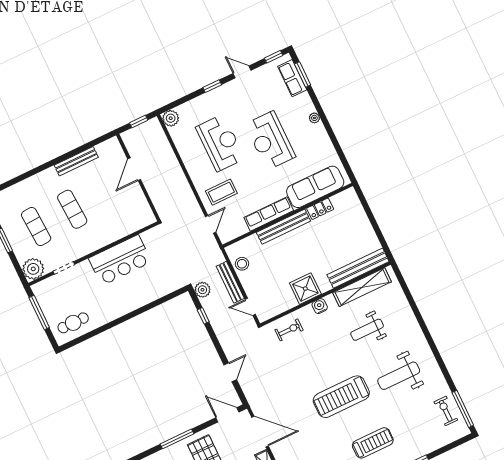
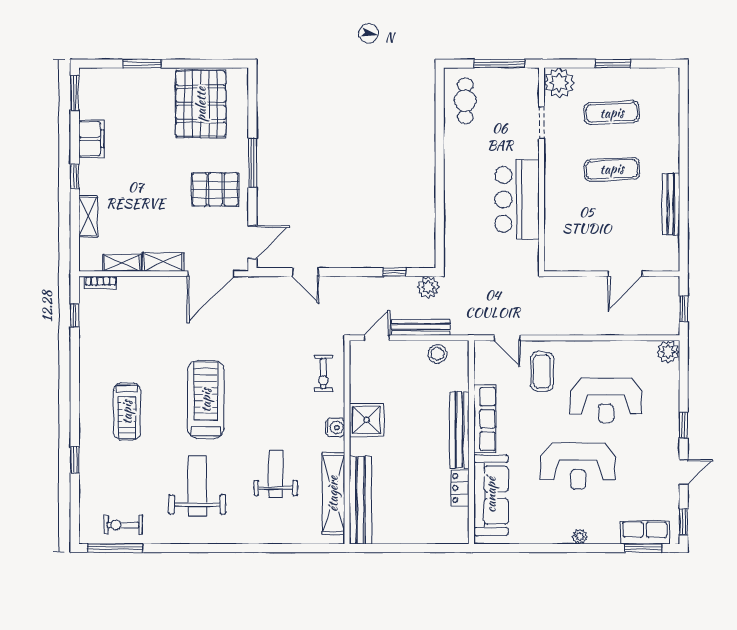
reception desk: (270, 140) -> (578, 466), turned 180
door: (134, 169) -> (625, 274), swing flipped
exercise bike: (446, 411) -> (123, 525), turned 180

